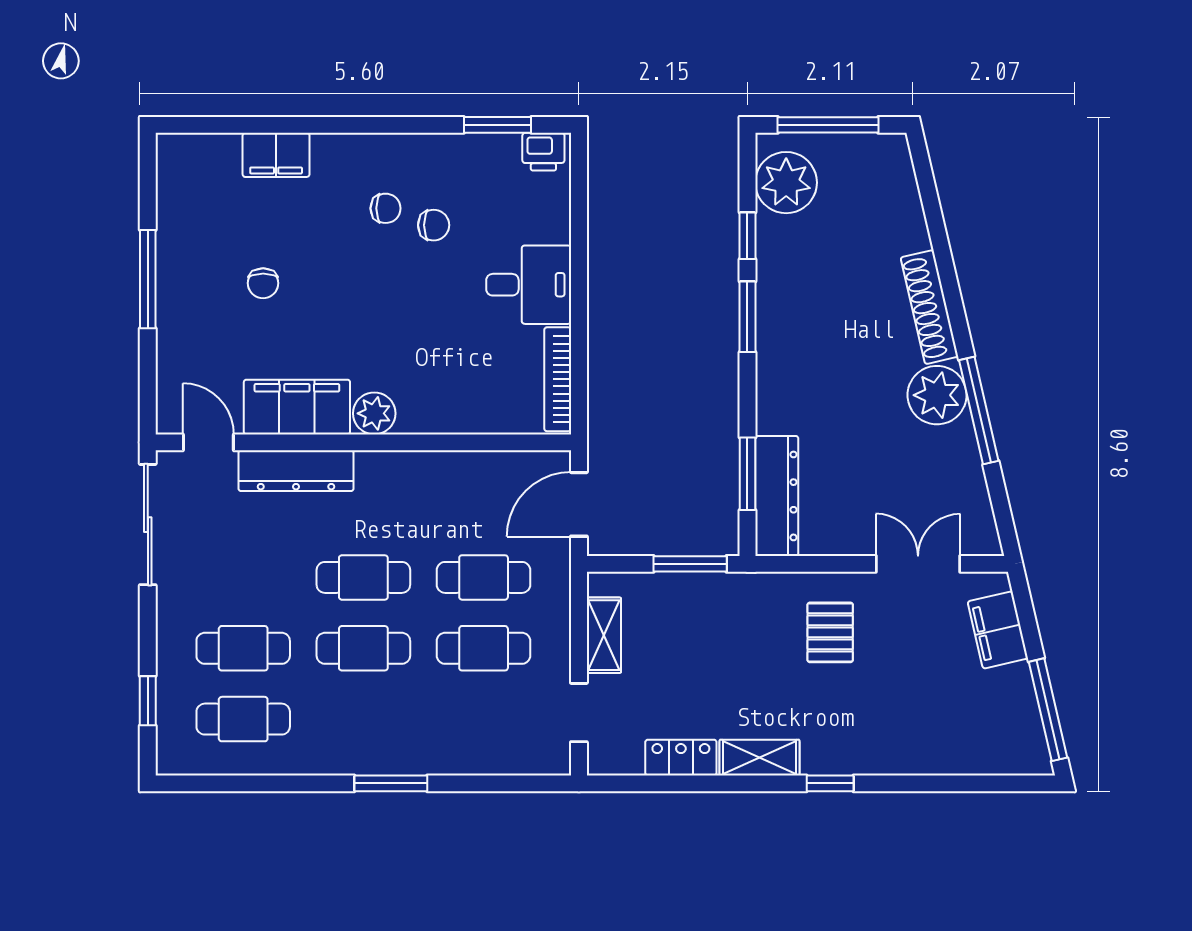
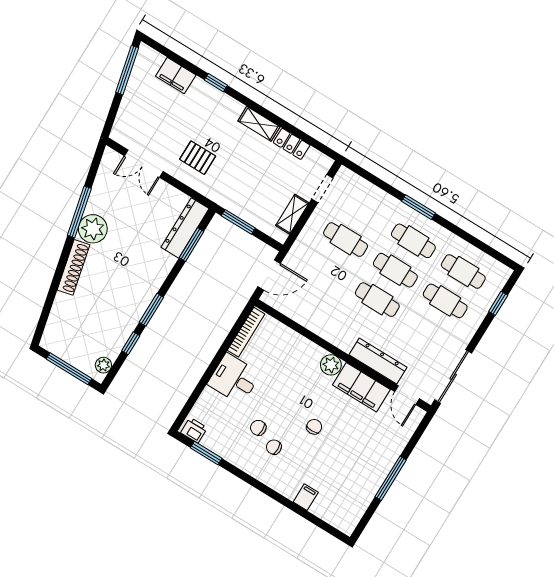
filing cabinet: (276, 155) -> (306, 497), width x0.50
plant: (786, 183) -> (103, 365), width x0.53, depth x0.53
chair: (263, 283) -> (314, 427), moved
cafe table: (484, 577) -> (413, 241), moved
filing cabinet: (998, 630) -> (176, 76), moved, turned 103
pallet: (830, 632) -> (198, 158), turned 90
window: (830, 783) -> (216, 83), moved

